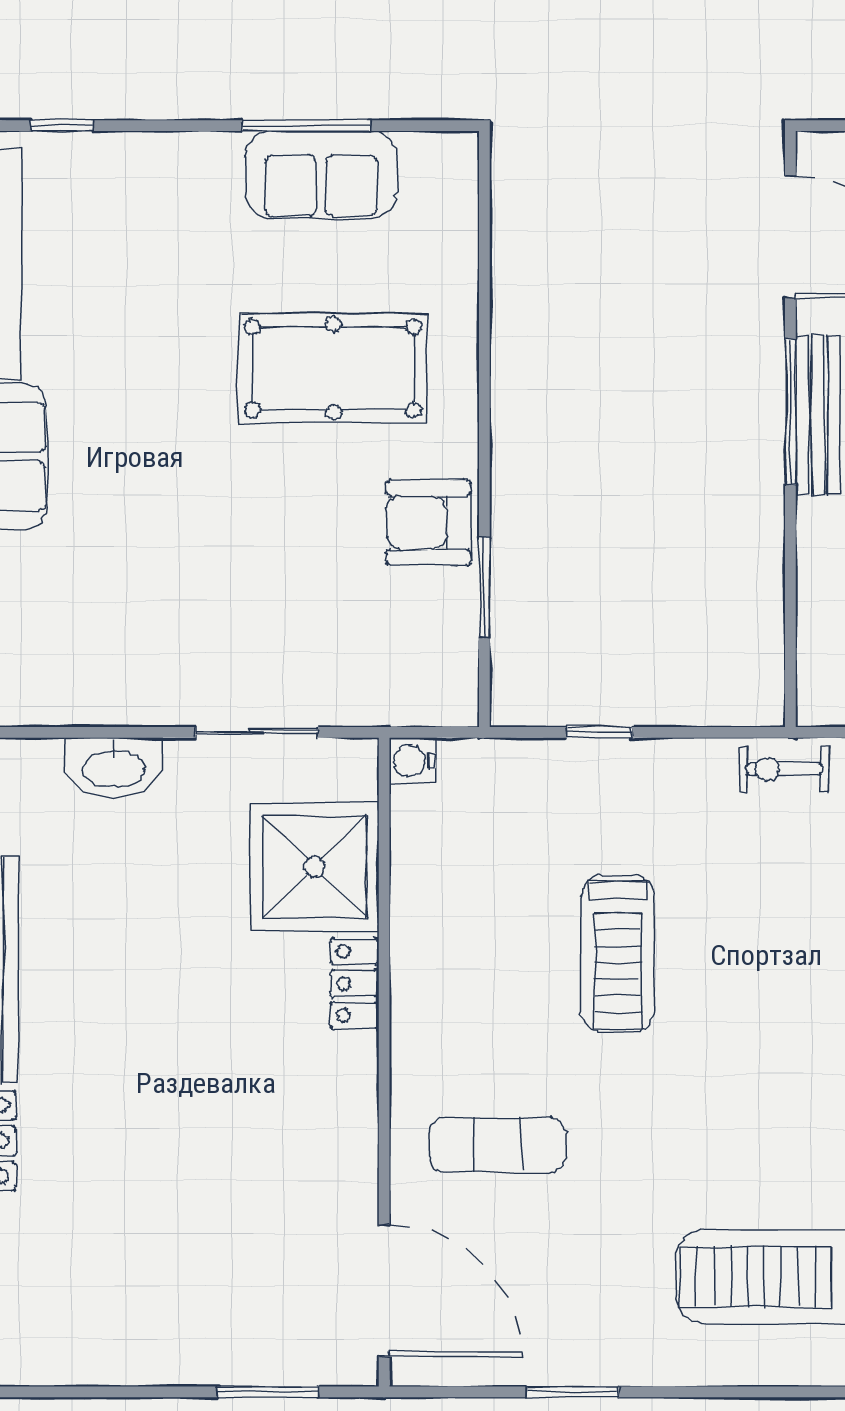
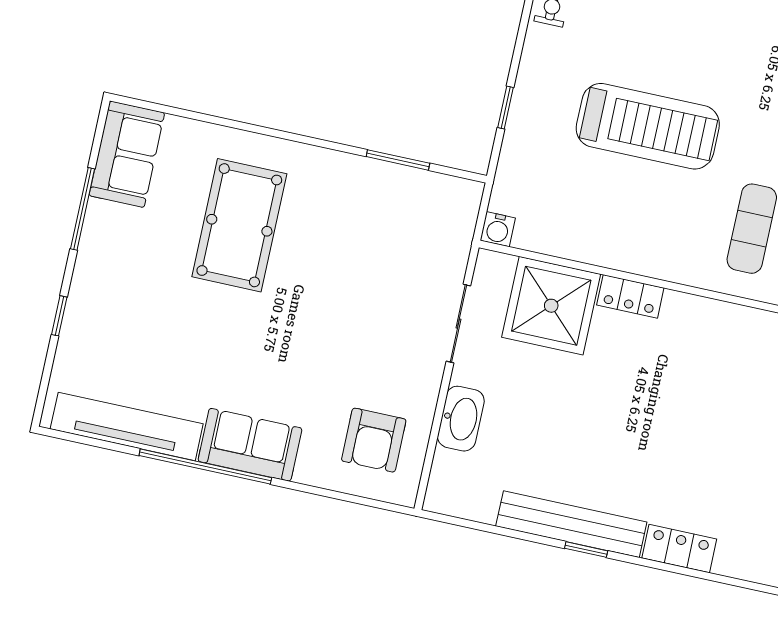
window: (62, 126) -> (59, 316), moved
sofa: (321, 174) -> (127, 154), moved
armchair: (428, 523) -> (374, 440), moved
treadmill: (618, 954) -> (648, 126), width x1.37, depth x1.38

